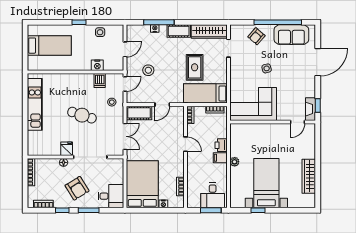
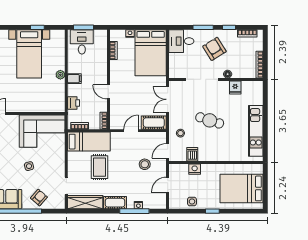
bed: (49, 46) -> (242, 188), width x1.50
printer: (221, 145) -> (73, 103), moved
fridge: (67, 149) -> (235, 87), moved

